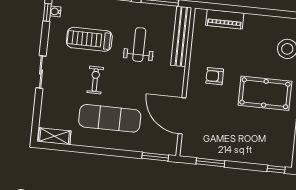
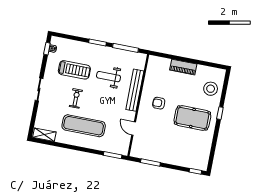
piano: (225, 19) -> (183, 67), moved
bench: (181, 36) -> (135, 90), moved
treadmill: (89, 39) -> (74, 70), turned 180
weight bench: (139, 45) -> (108, 77), turned -90
door: (182, 116) -> (134, 129), width x0.53

